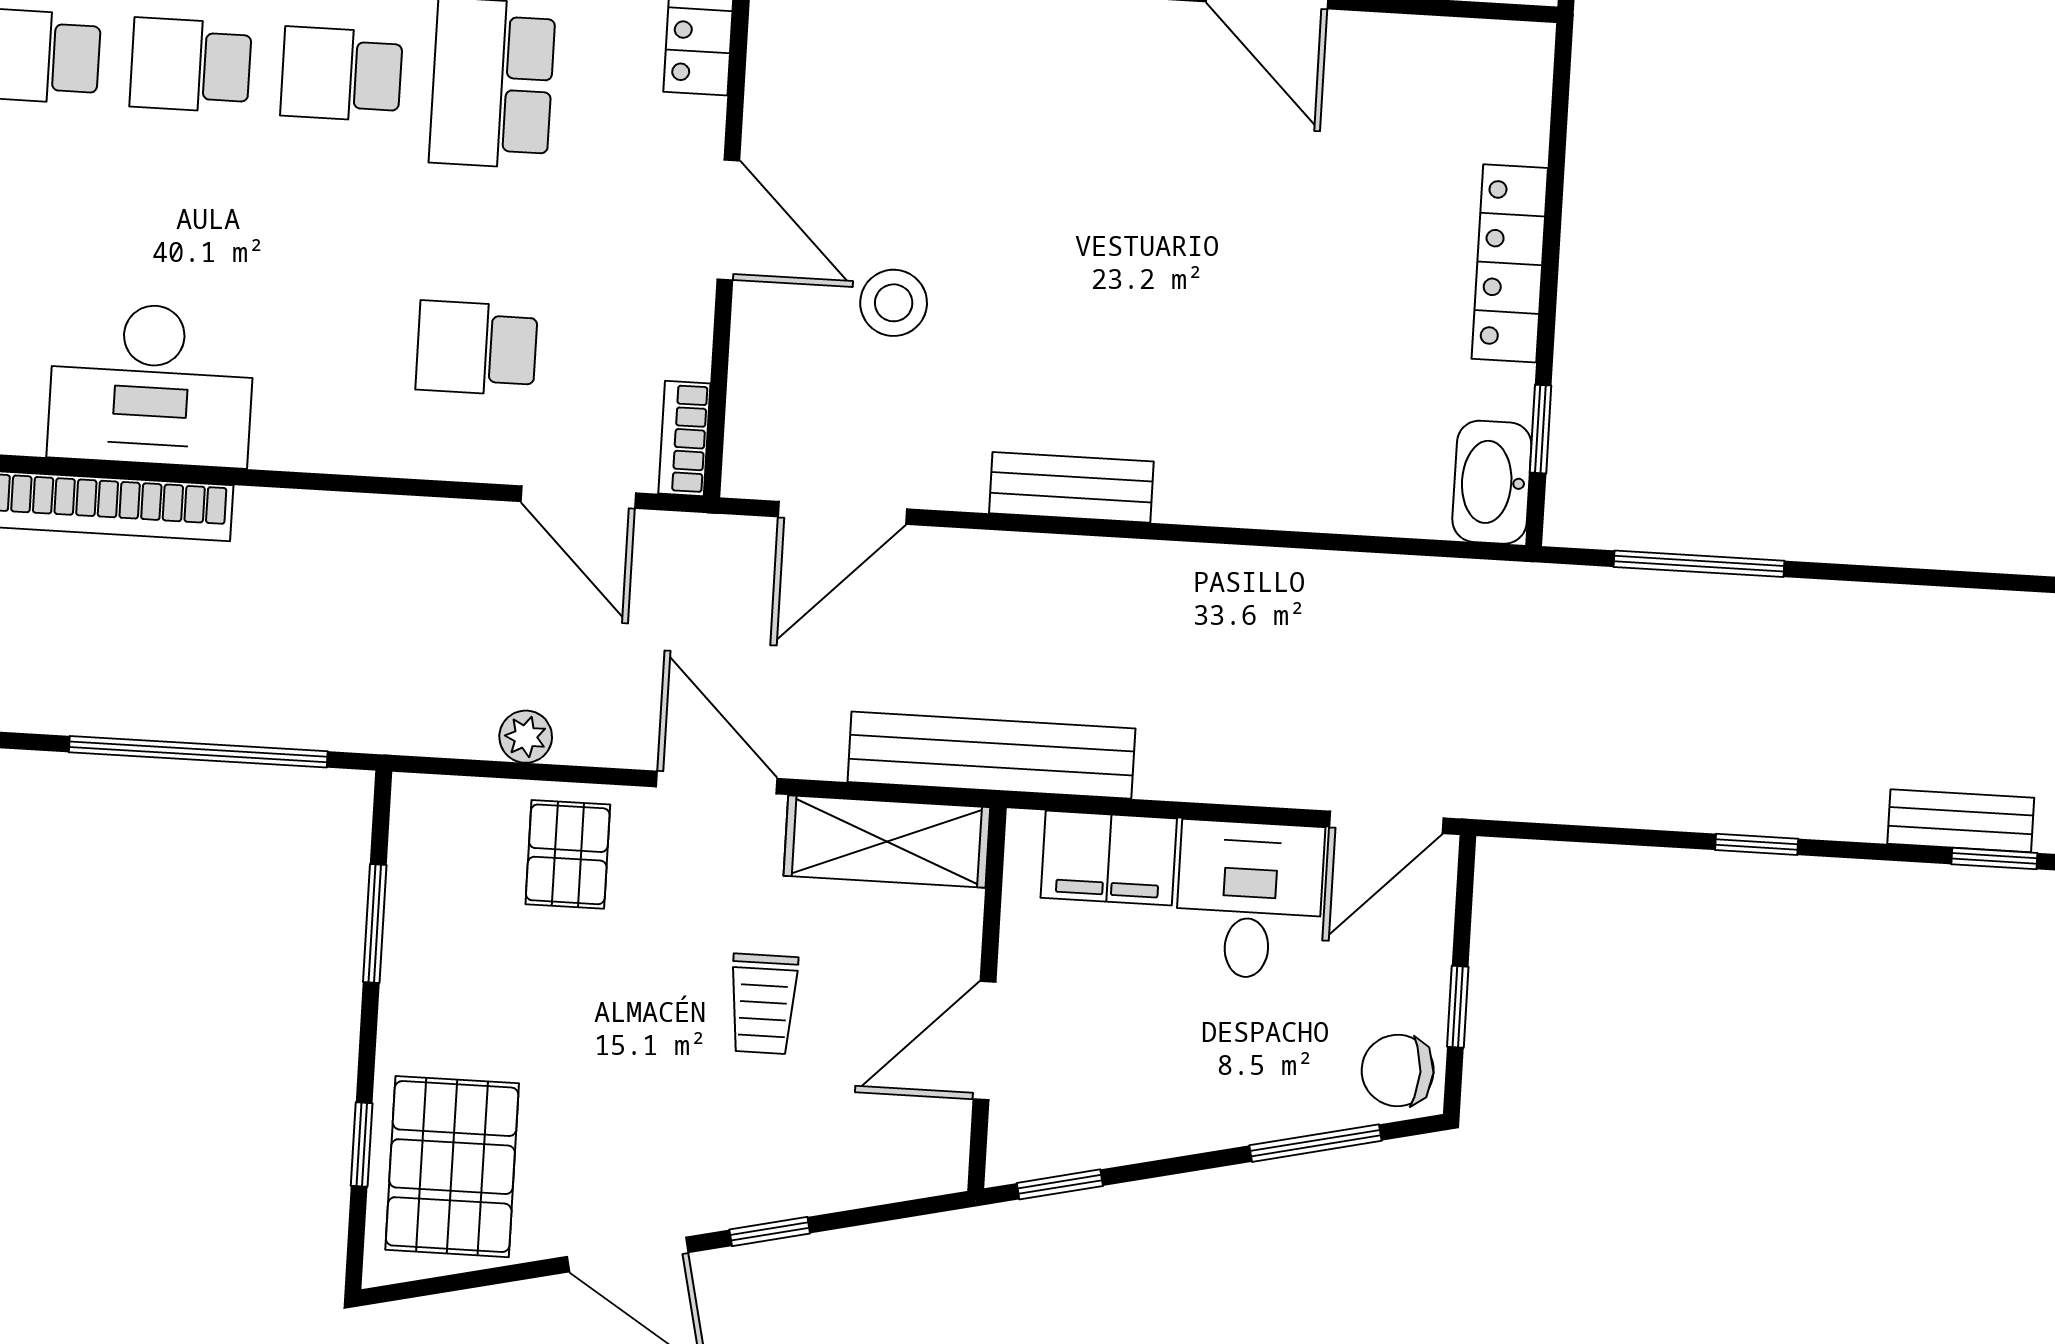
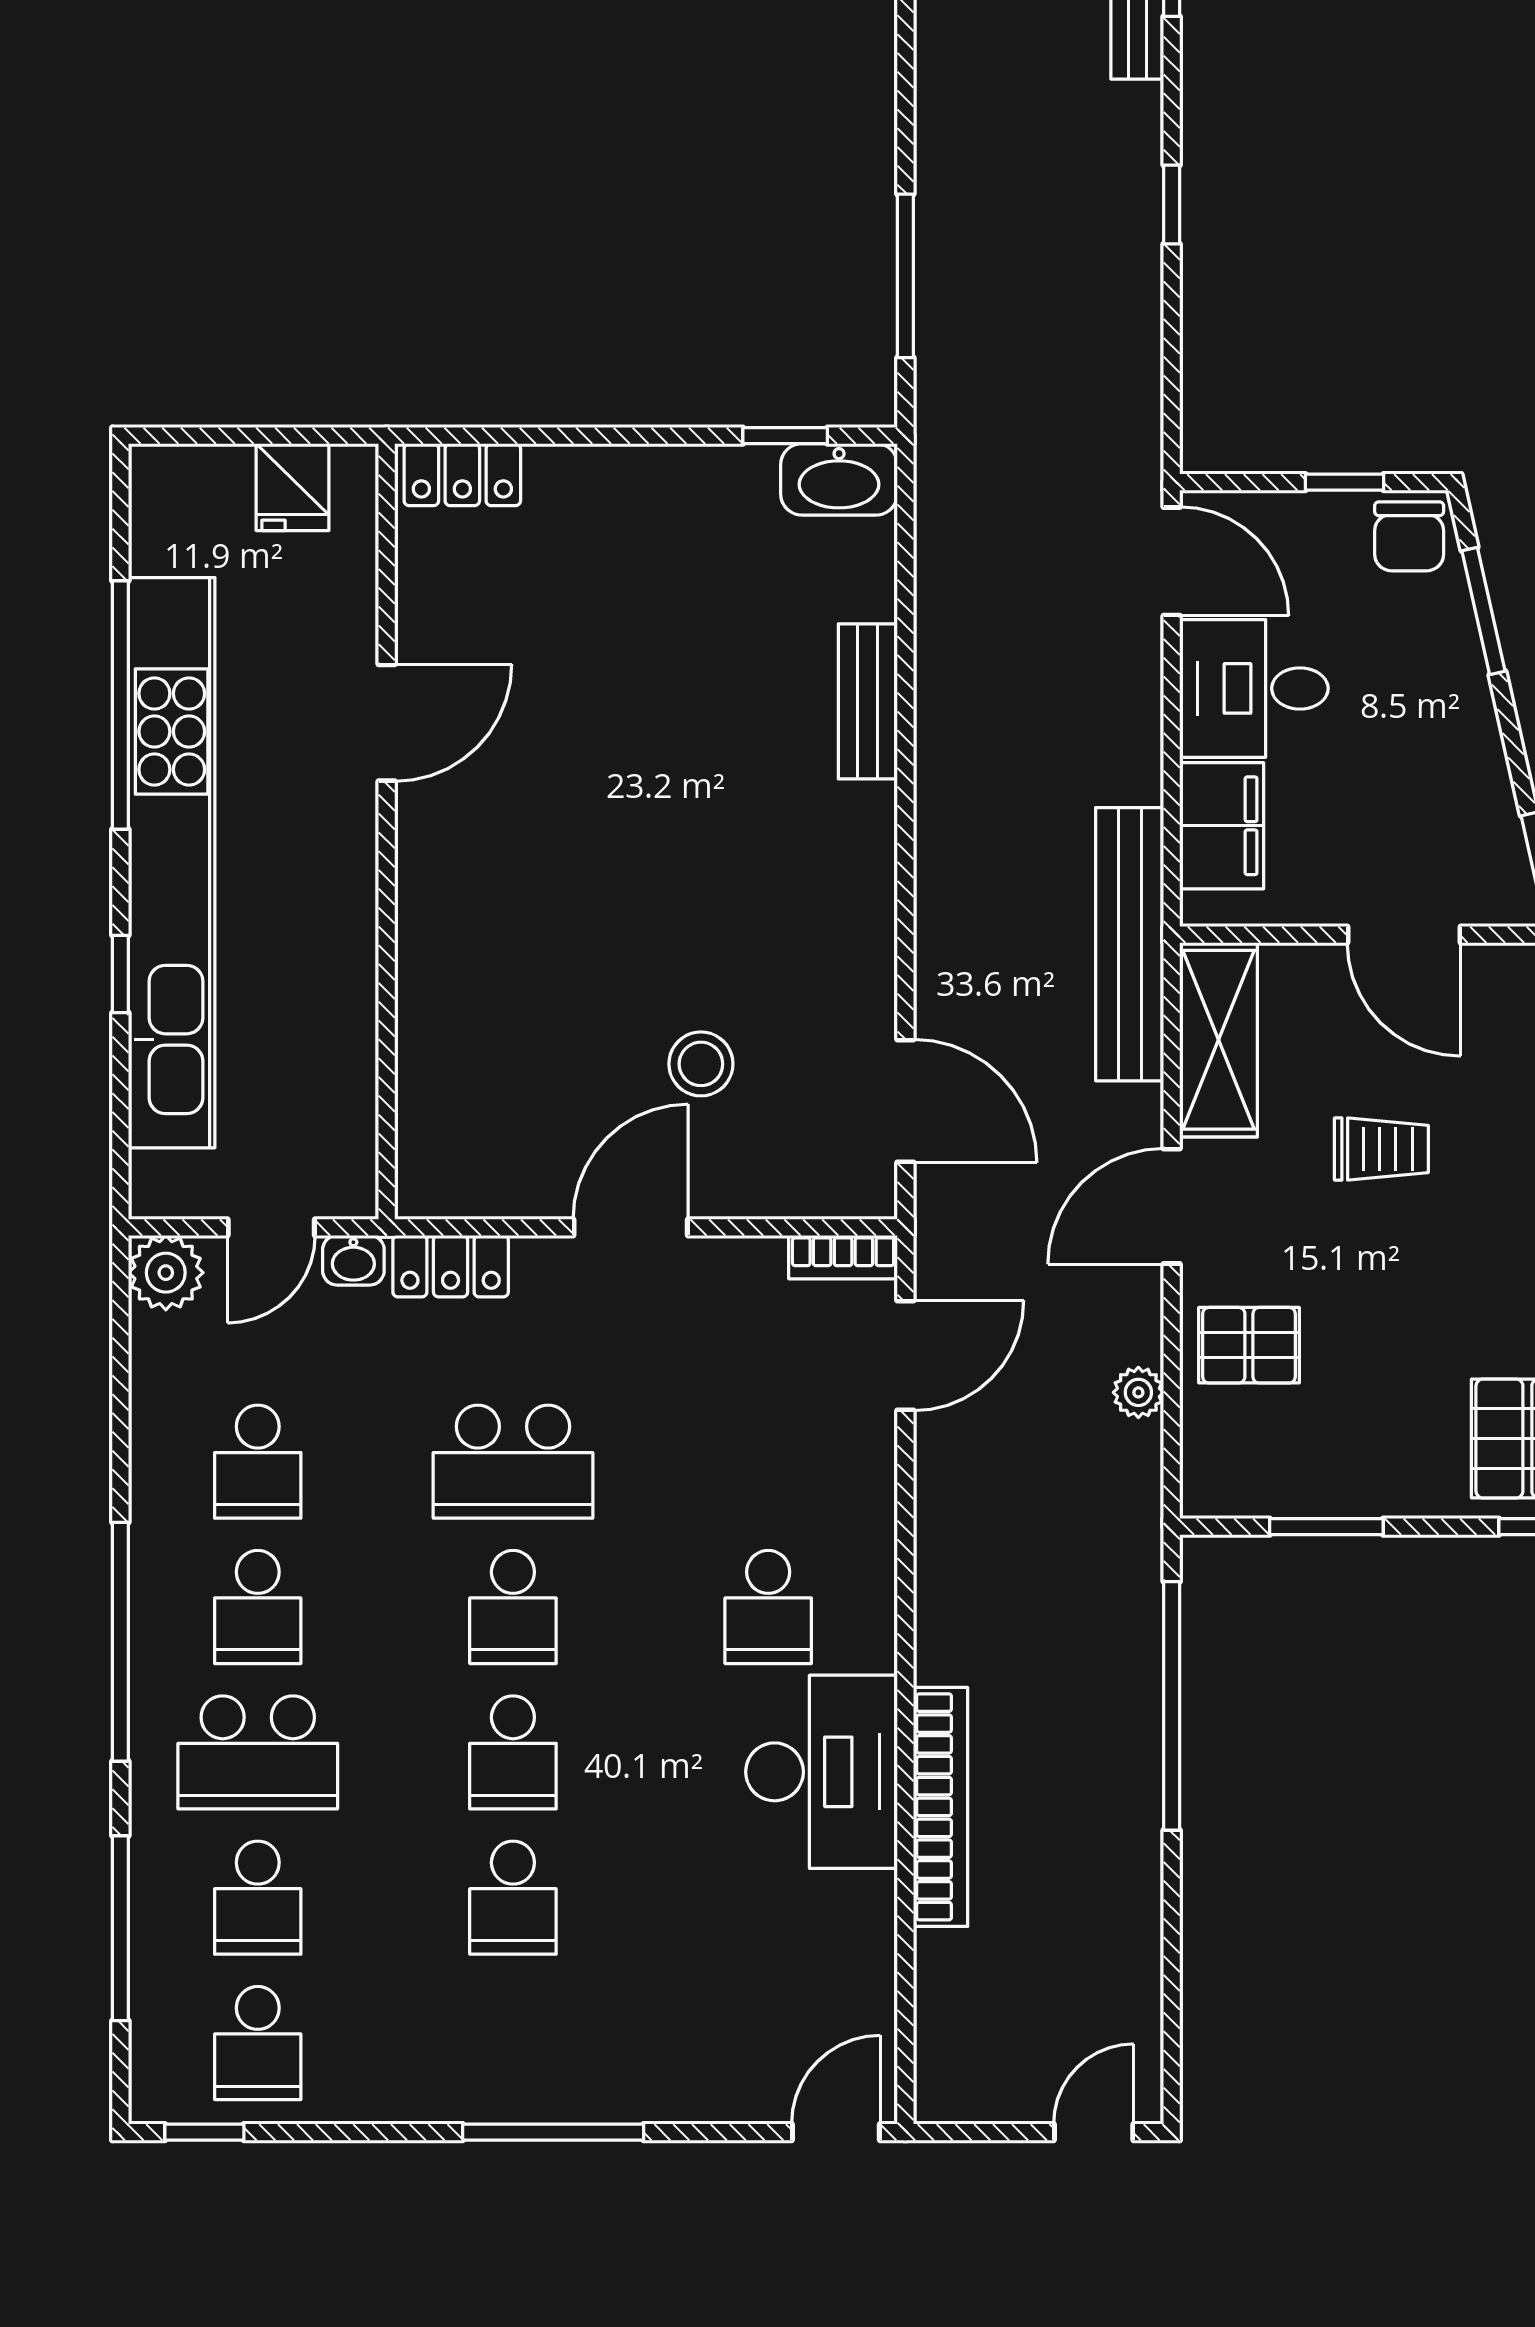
locker: (1510, 263) -> (462, 475), moved, width x0.66
school desk: (477, 348) -> (768, 1607), moved
bench: (1071, 487) -> (868, 701), moved

